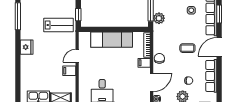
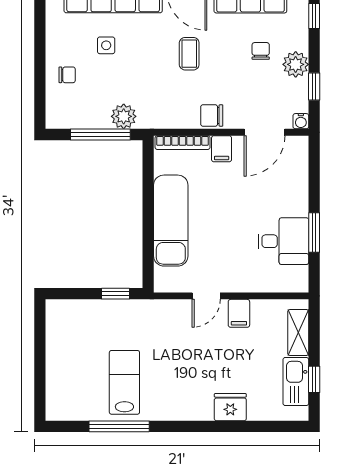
lab bench: (59, 25) -> (124, 382), moved
fridge: (27, 47) -> (230, 407), moved
door: (77, 56) -> (206, 296), hinge flipped
door: (152, 82) -> (265, 132), swing flipped

